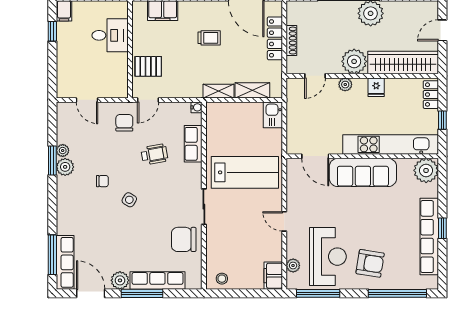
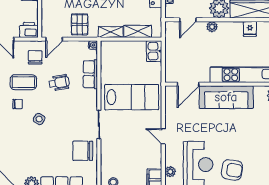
pallet: (148, 66) -> (80, 24), moved, turned 90
fridge: (376, 87) -> (250, 29), moved
printer: (117, 89) -> (29, 30), added
coffee table: (110, 154) -> (23, 82), added
door: (315, 156) -> (188, 84), hinge flipped

